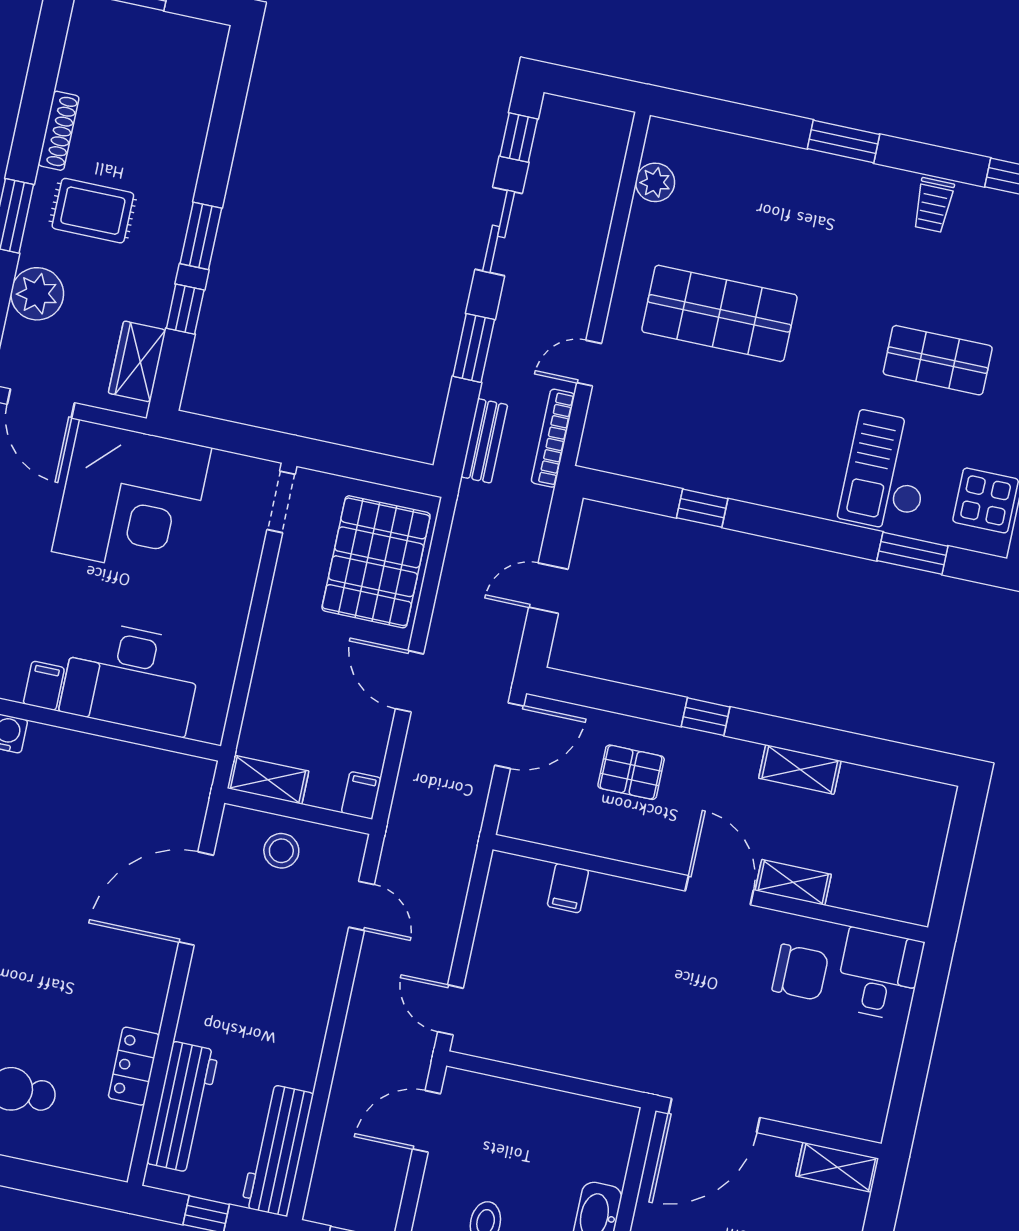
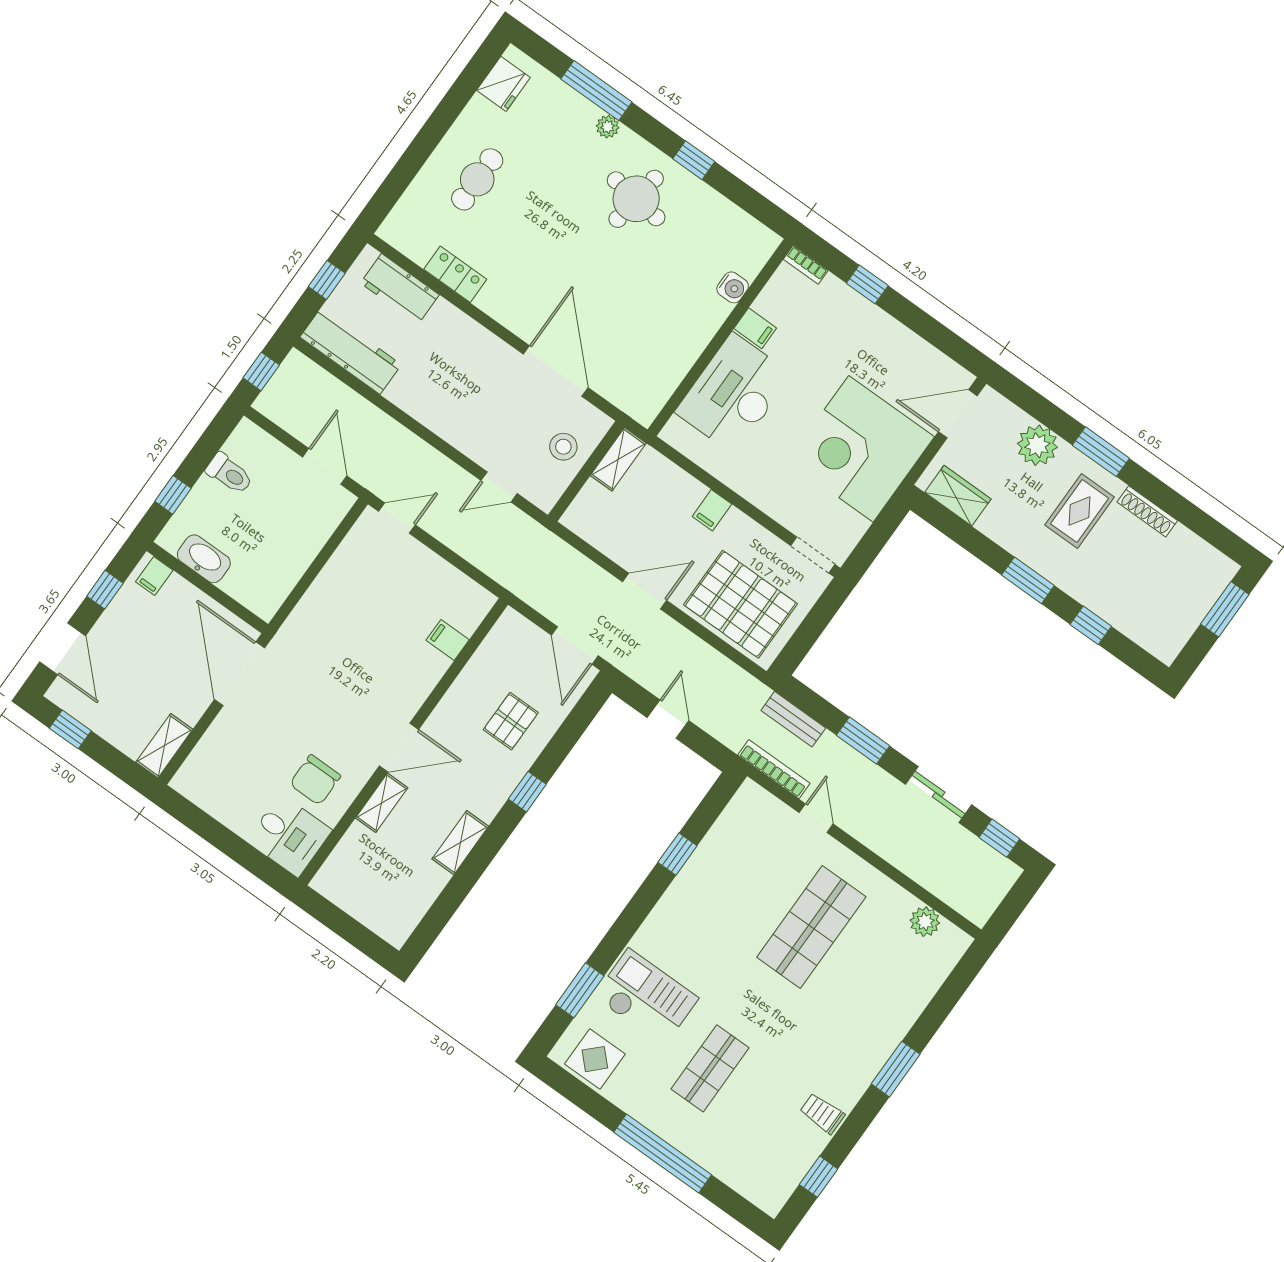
window: (185, 309) -> (1091, 625), moved
filing cabinet: (361, 795) -> (712, 510), moved, turned 90
workbench: (183, 1107) -> (400, 289), width x0.73

